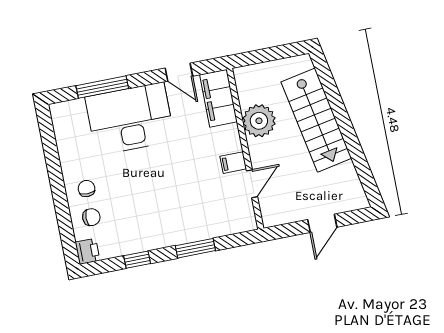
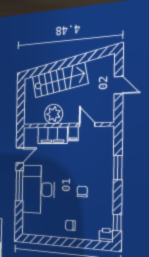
window: (102, 87) -> (19, 186), moved
filing cabinet: (218, 98) -> (53, 135), moved
chair: (91, 217) -> (82, 192), moved
window: (137, 260) -> (117, 223), moved

